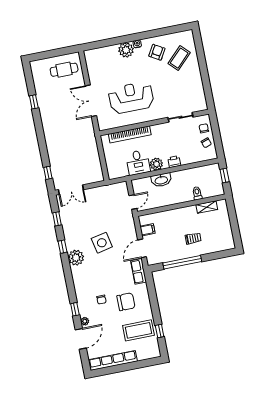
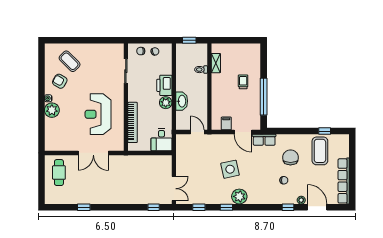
desk: (138, 162) -> (161, 140), moved, turned 90
printer: (174, 162) -> (164, 85), width x1.87, depth x1.48

